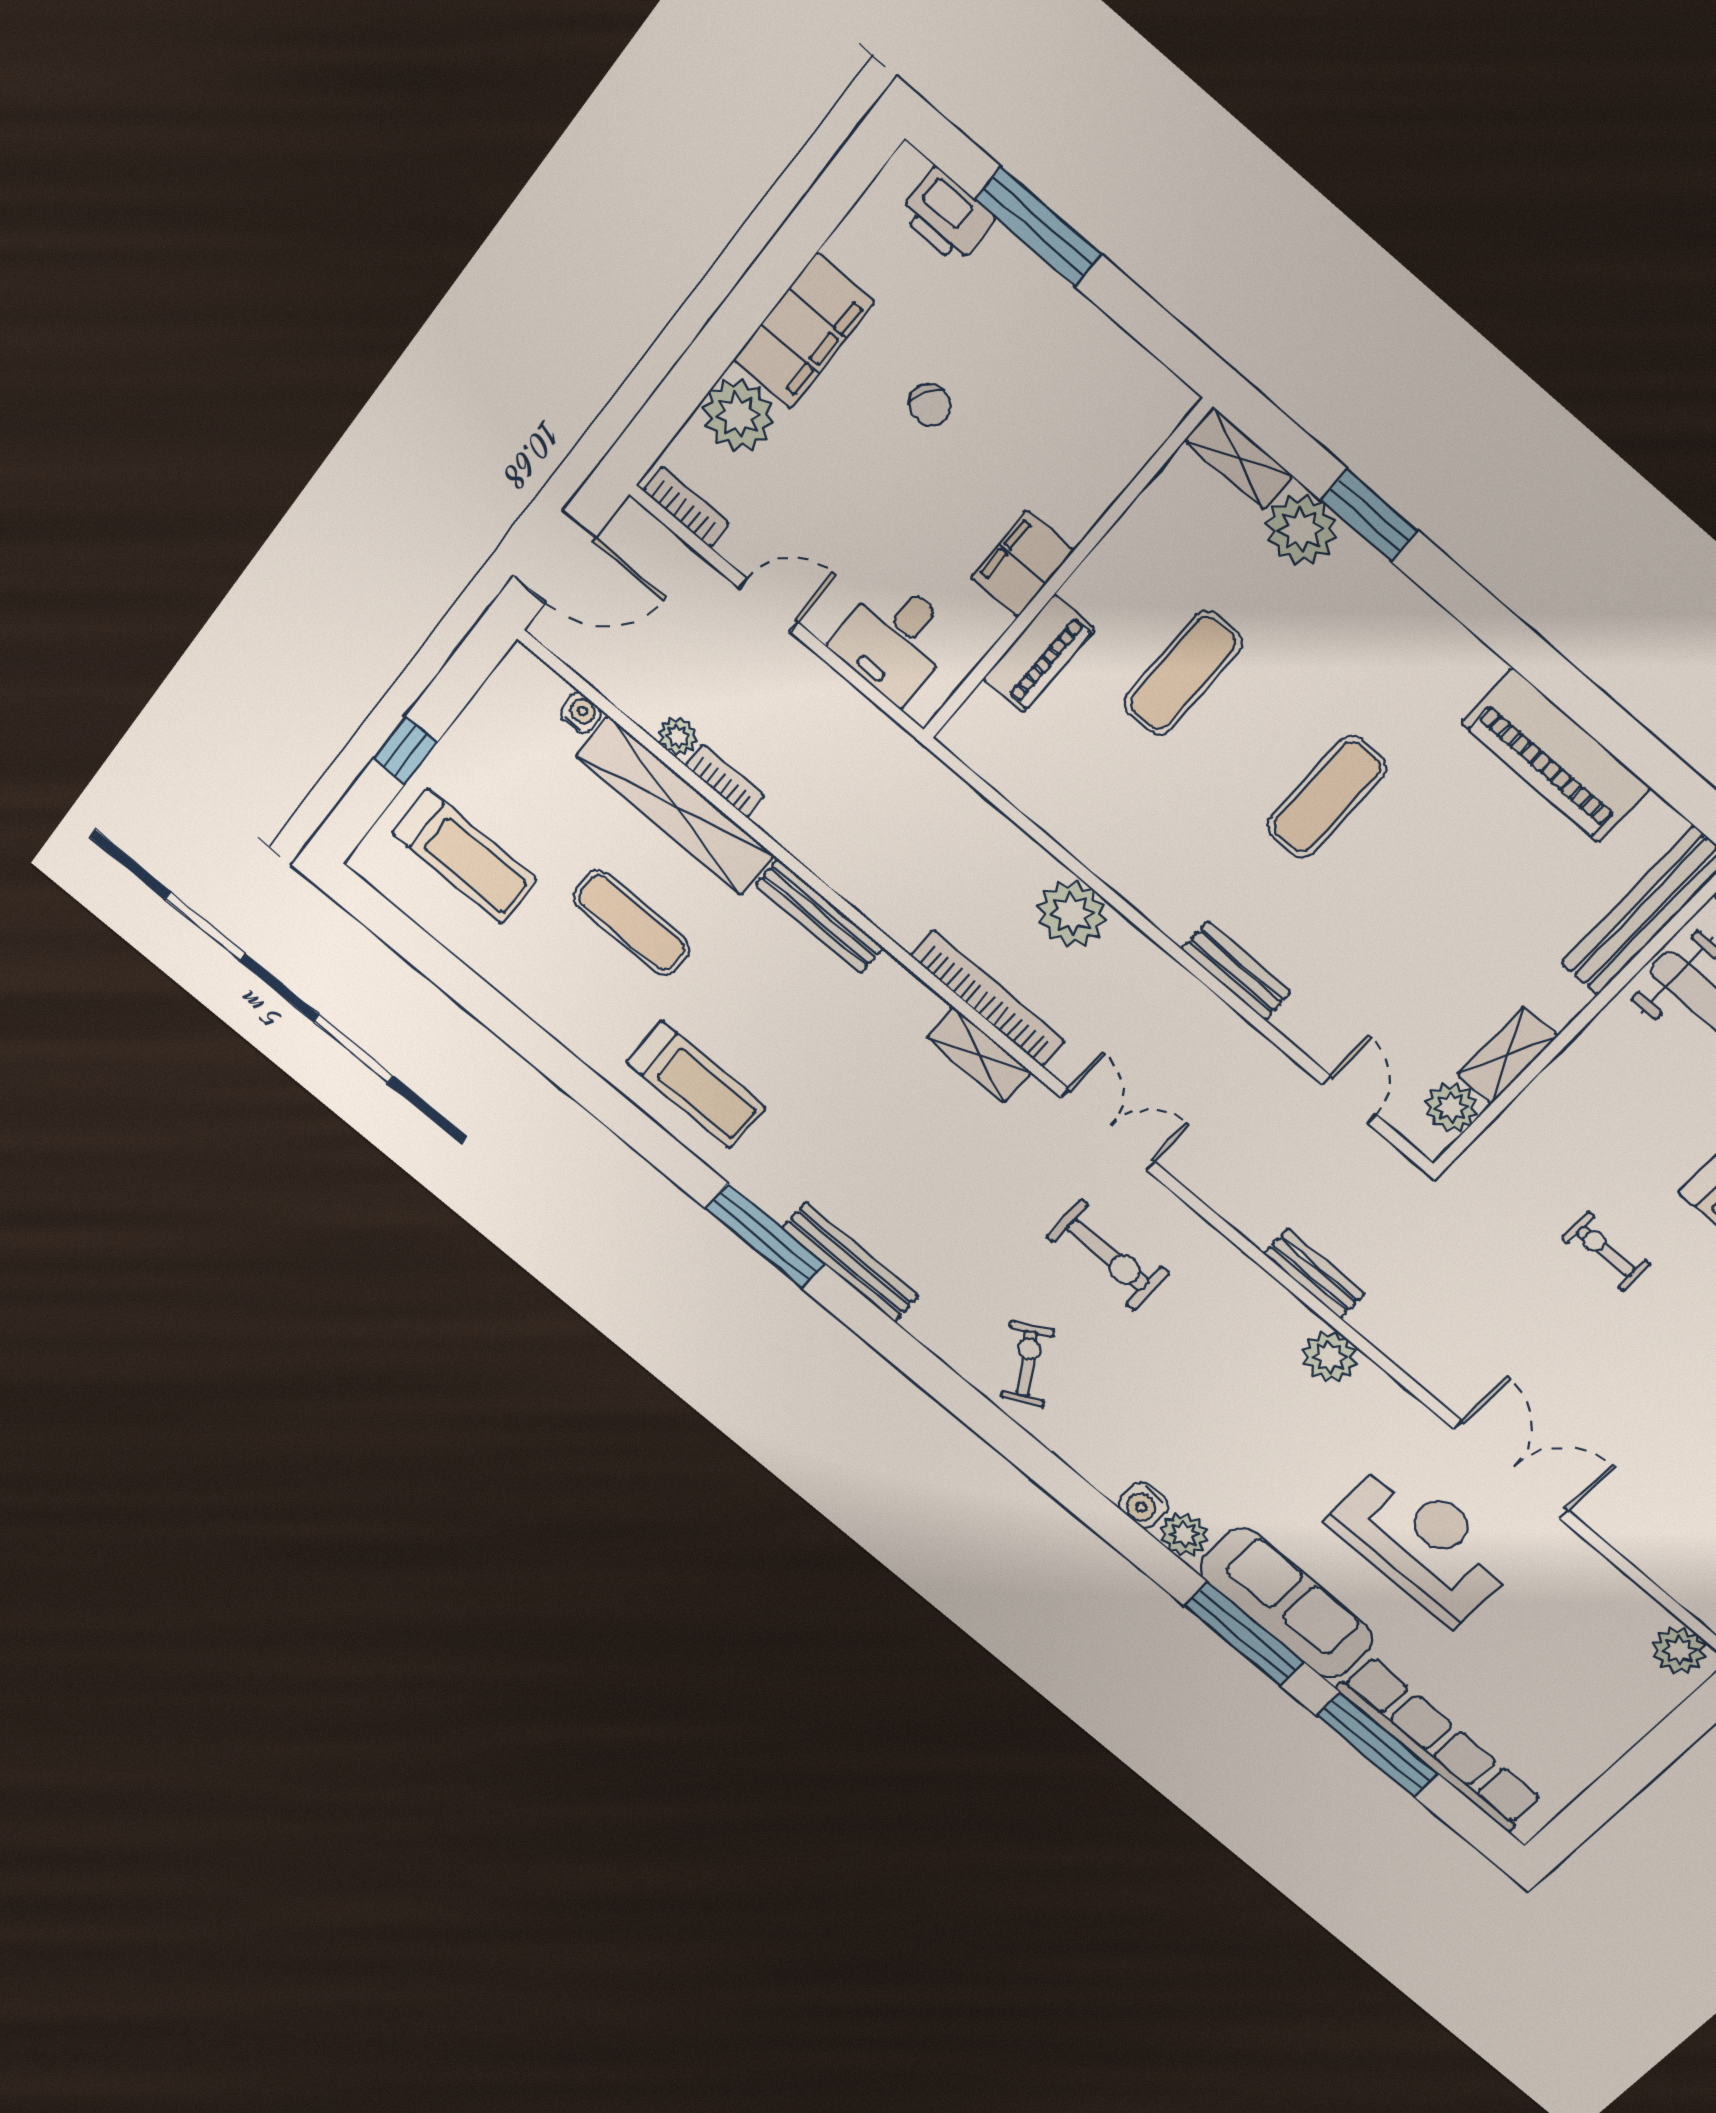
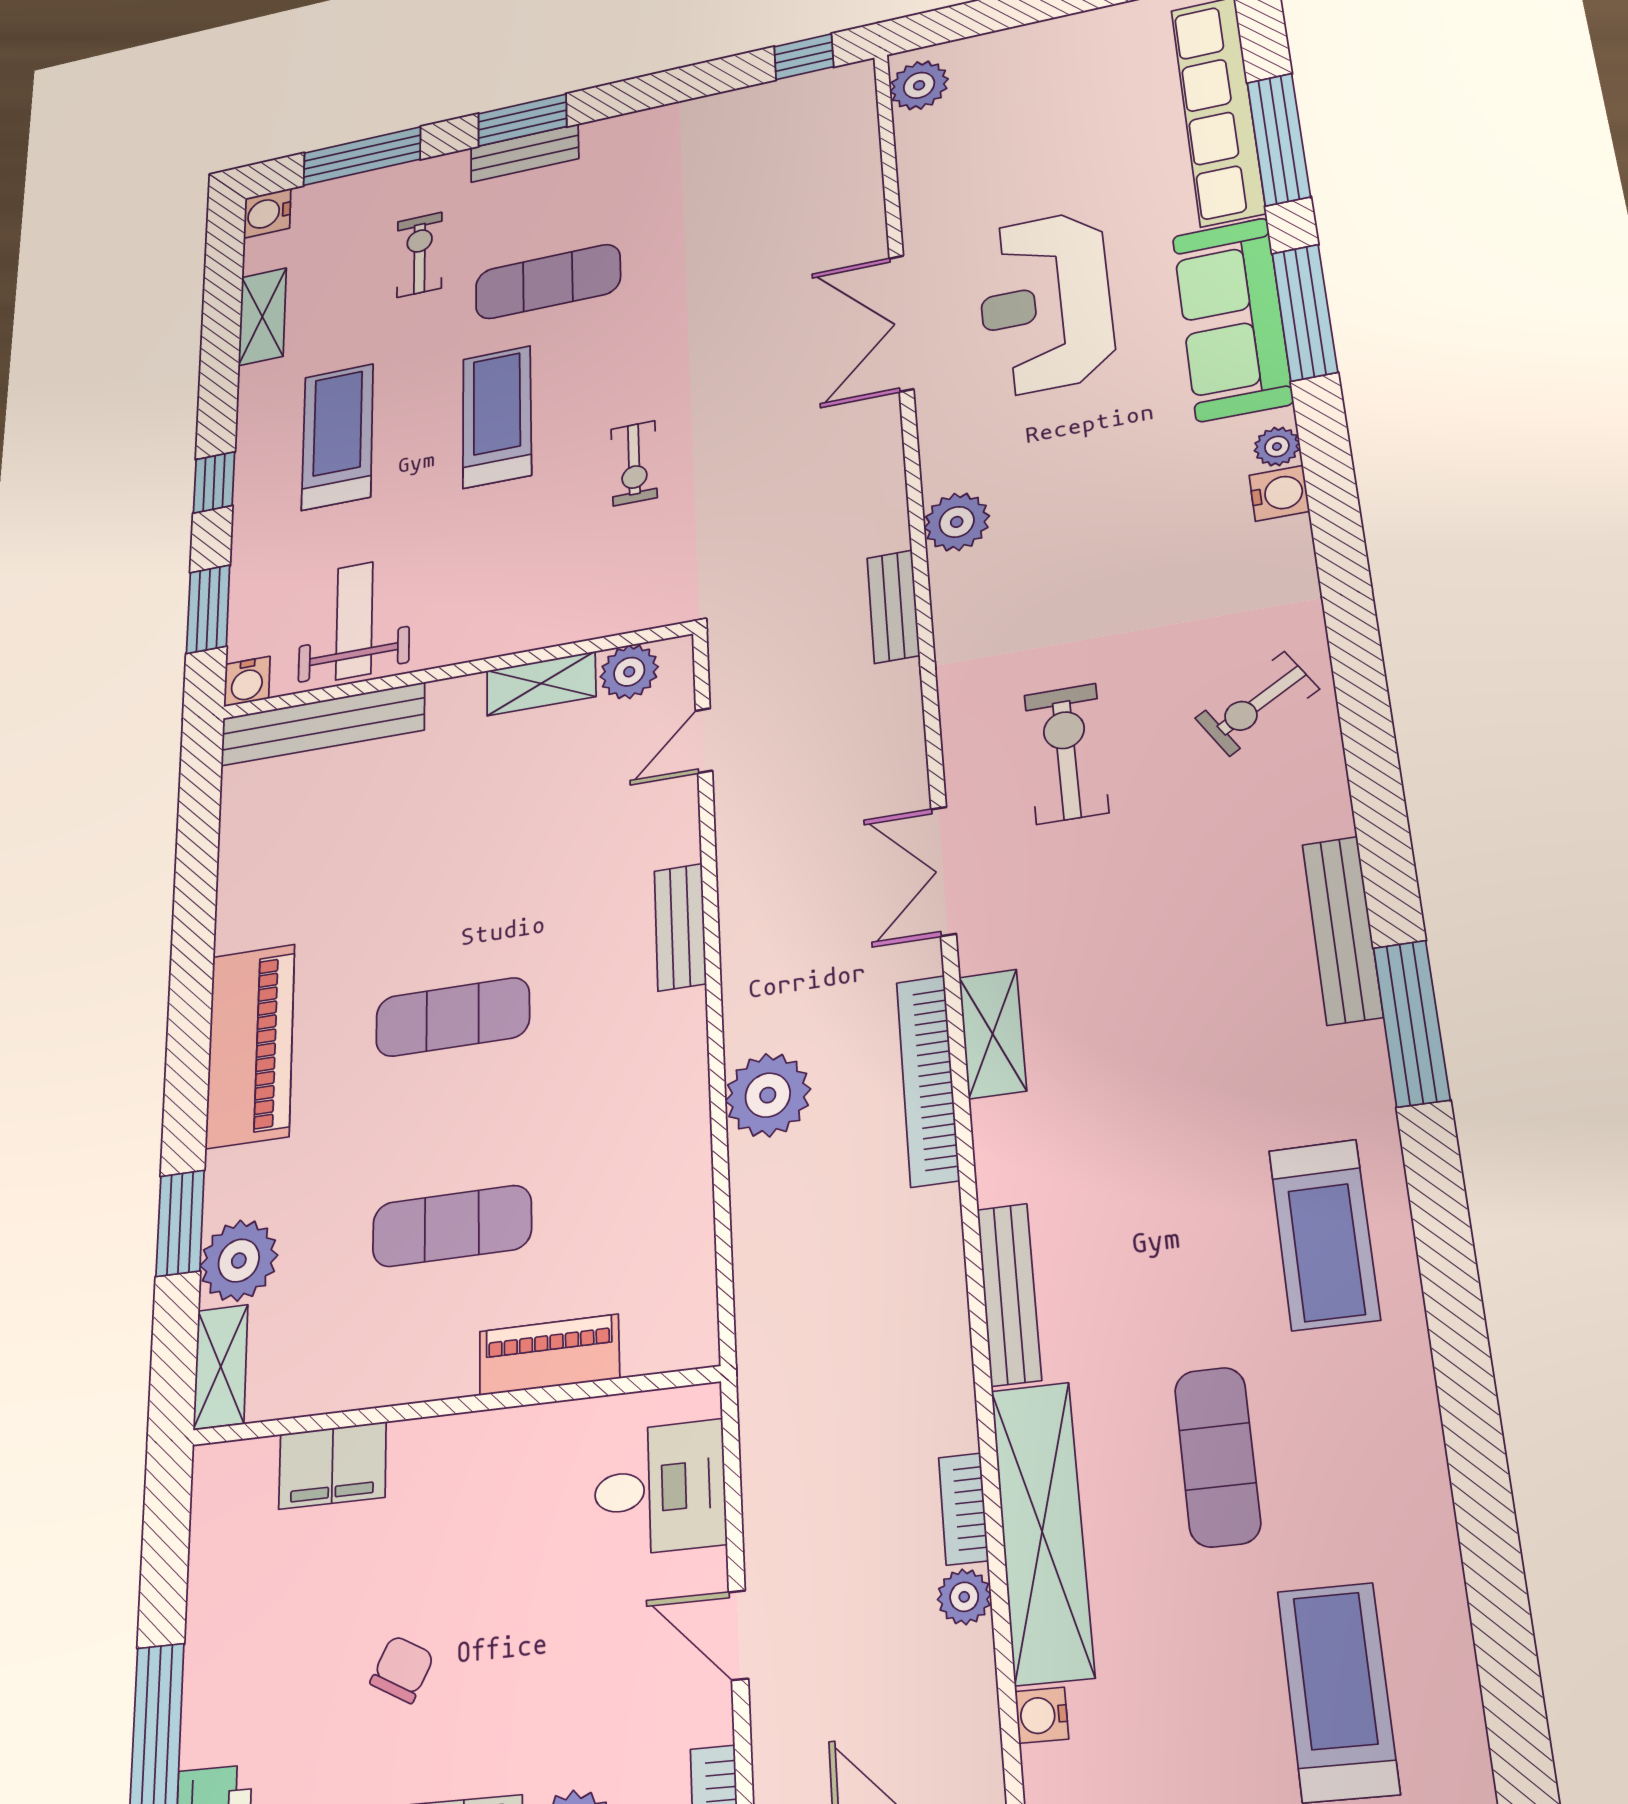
filing cabinet: (1022, 564) -> (332, 1466), moved
piano: (1556, 756) -> (250, 1045), moved
treadmill: (696, 1085) -> (1324, 1234), turned 180
plant: (1184, 1535) -> (1277, 447), width x0.73, depth x0.73

